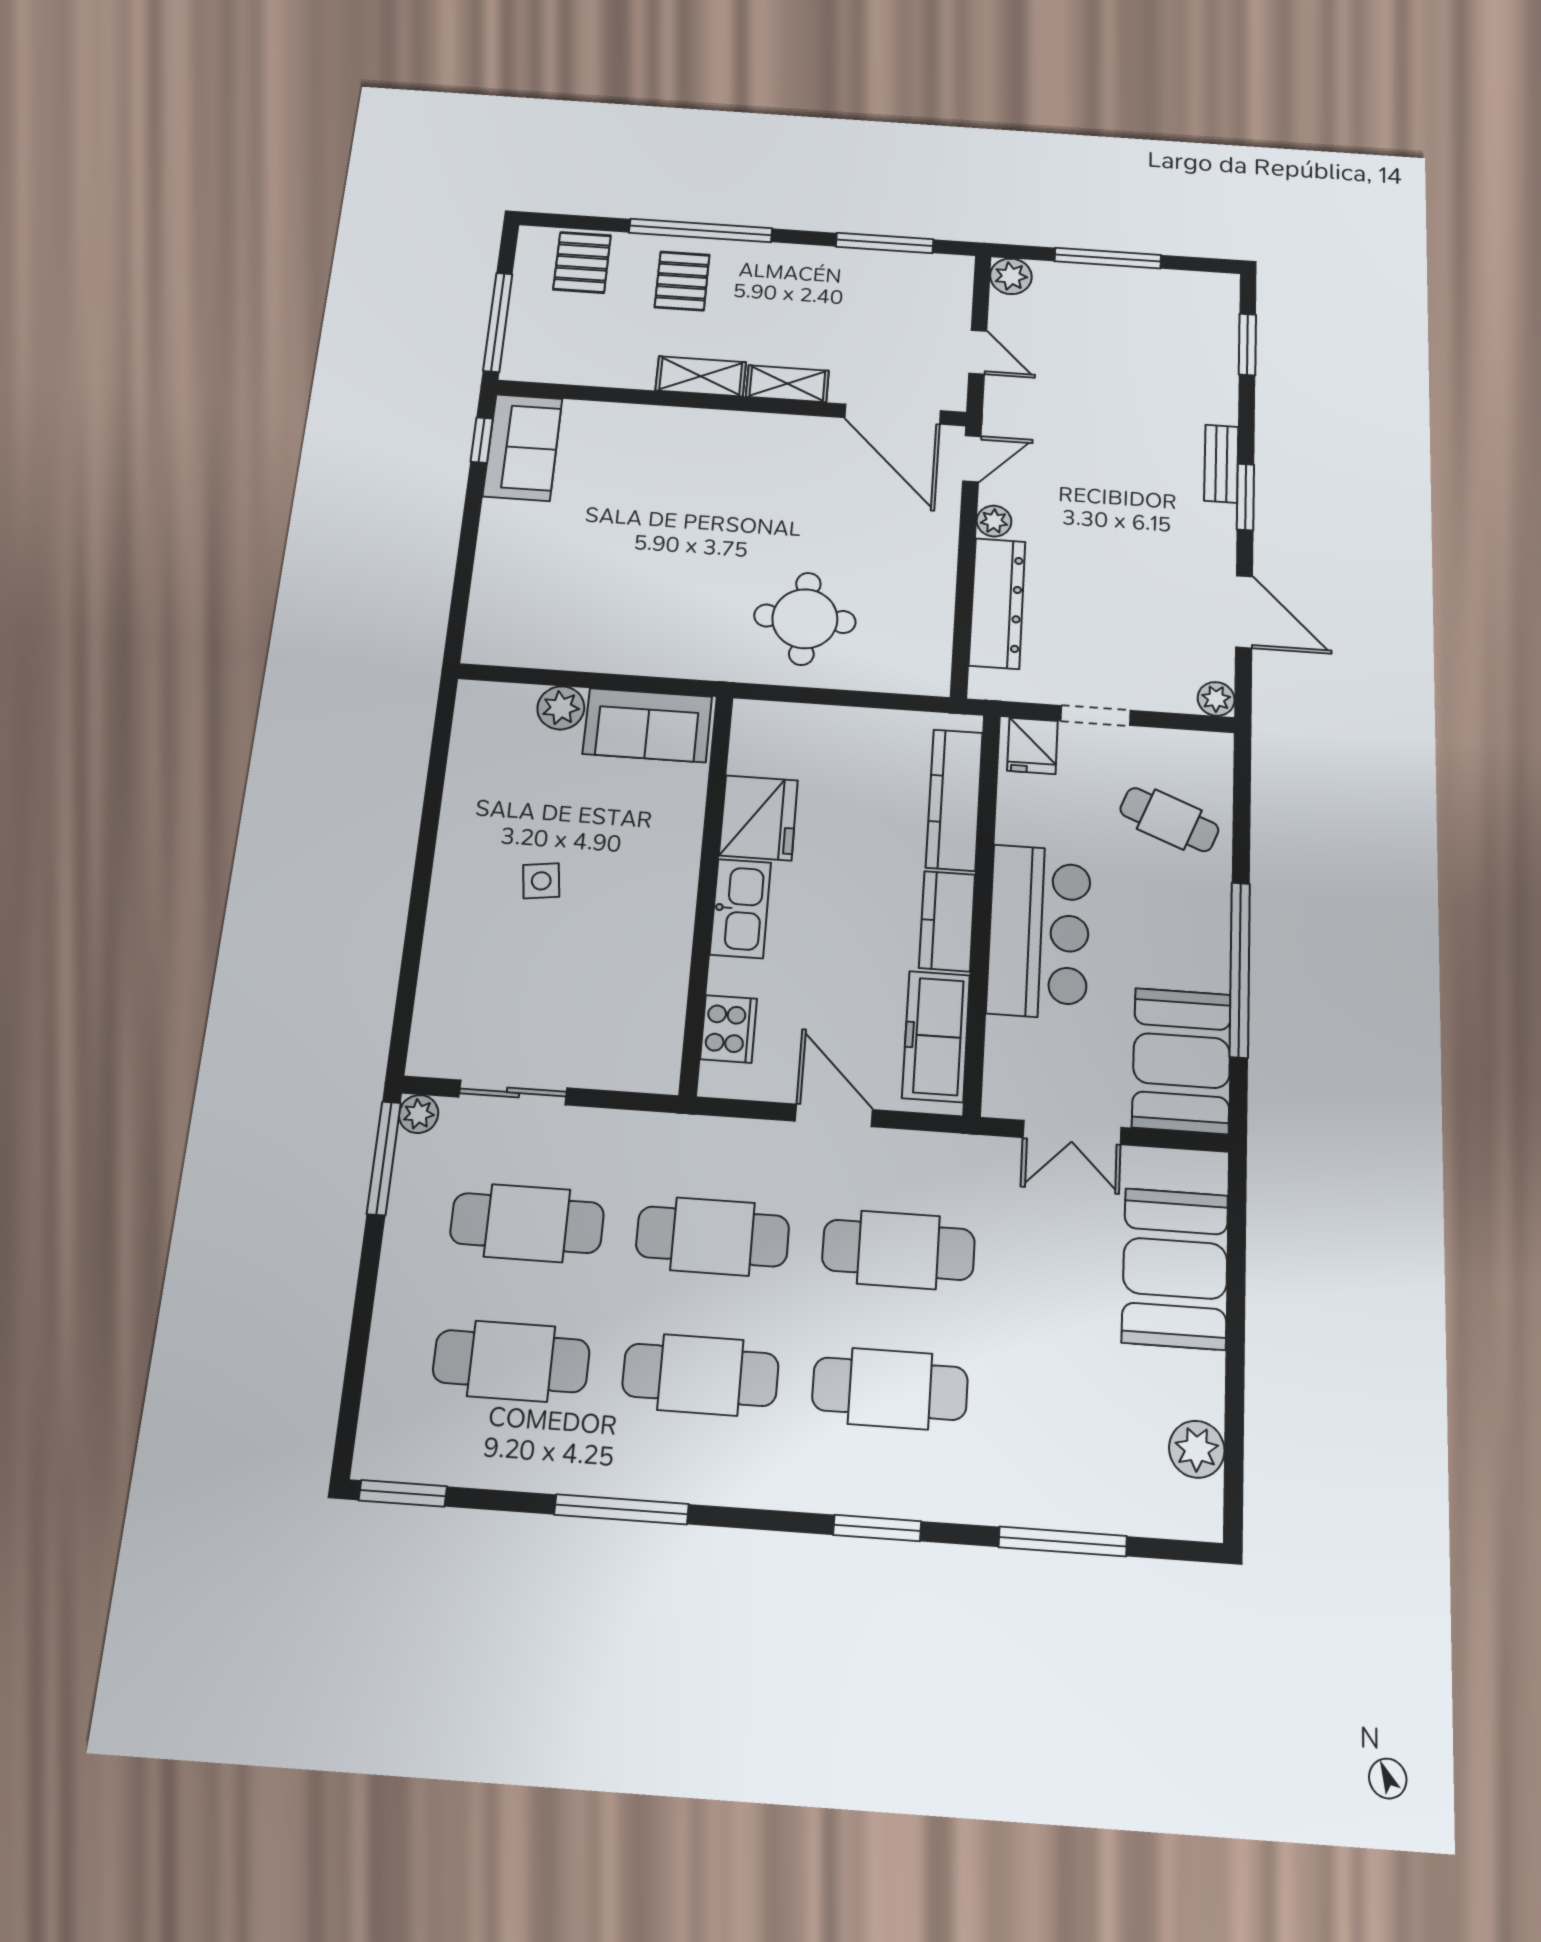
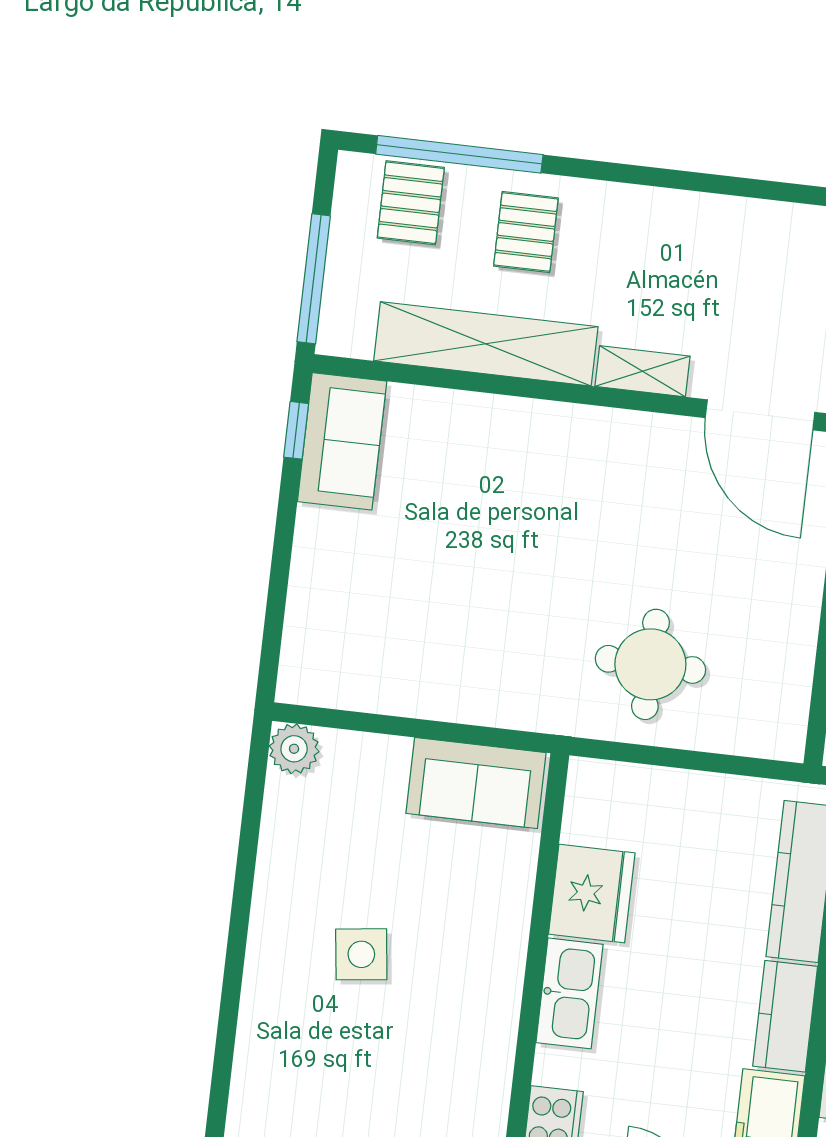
window: (701, 230) -> (459, 154), moved
window: (885, 243) -> (763, 189), removed
shelving: (701, 376) -> (486, 344), width x2.20, depth x1.33
plant: (561, 708) -> (294, 749), moved
side table: (541, 881) -> (361, 954), width x1.37, depth x1.37

